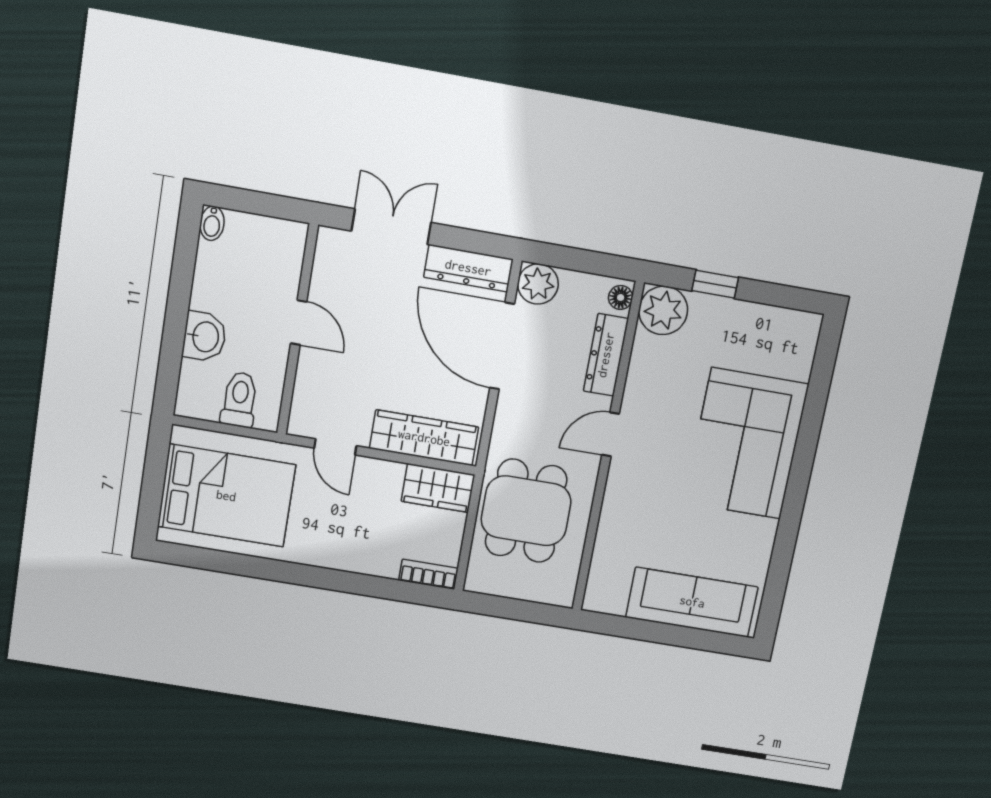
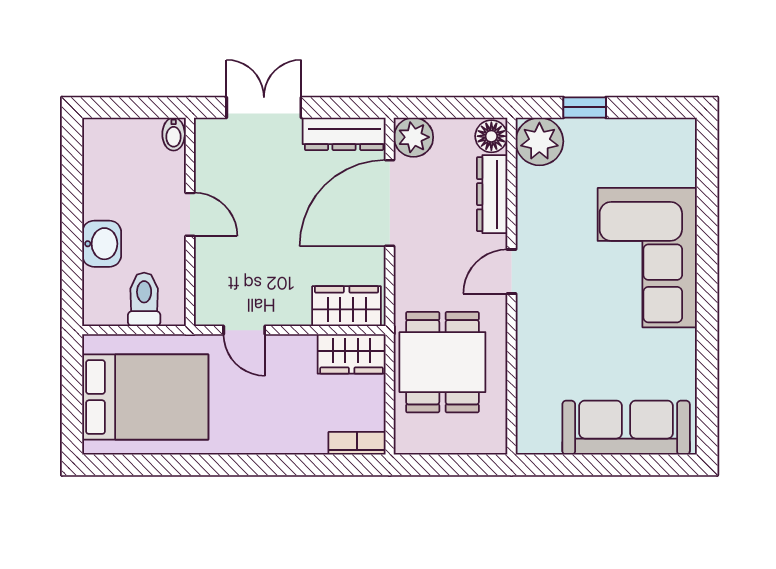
bidet: (212, 223) -> (174, 134), moved
floor lamp: (621, 297) -> (491, 136), width x1.37, depth x1.37
door: (502, 346) -> (390, 203), hinge flipped
wardrobe: (424, 438) -> (347, 306), width x0.67

